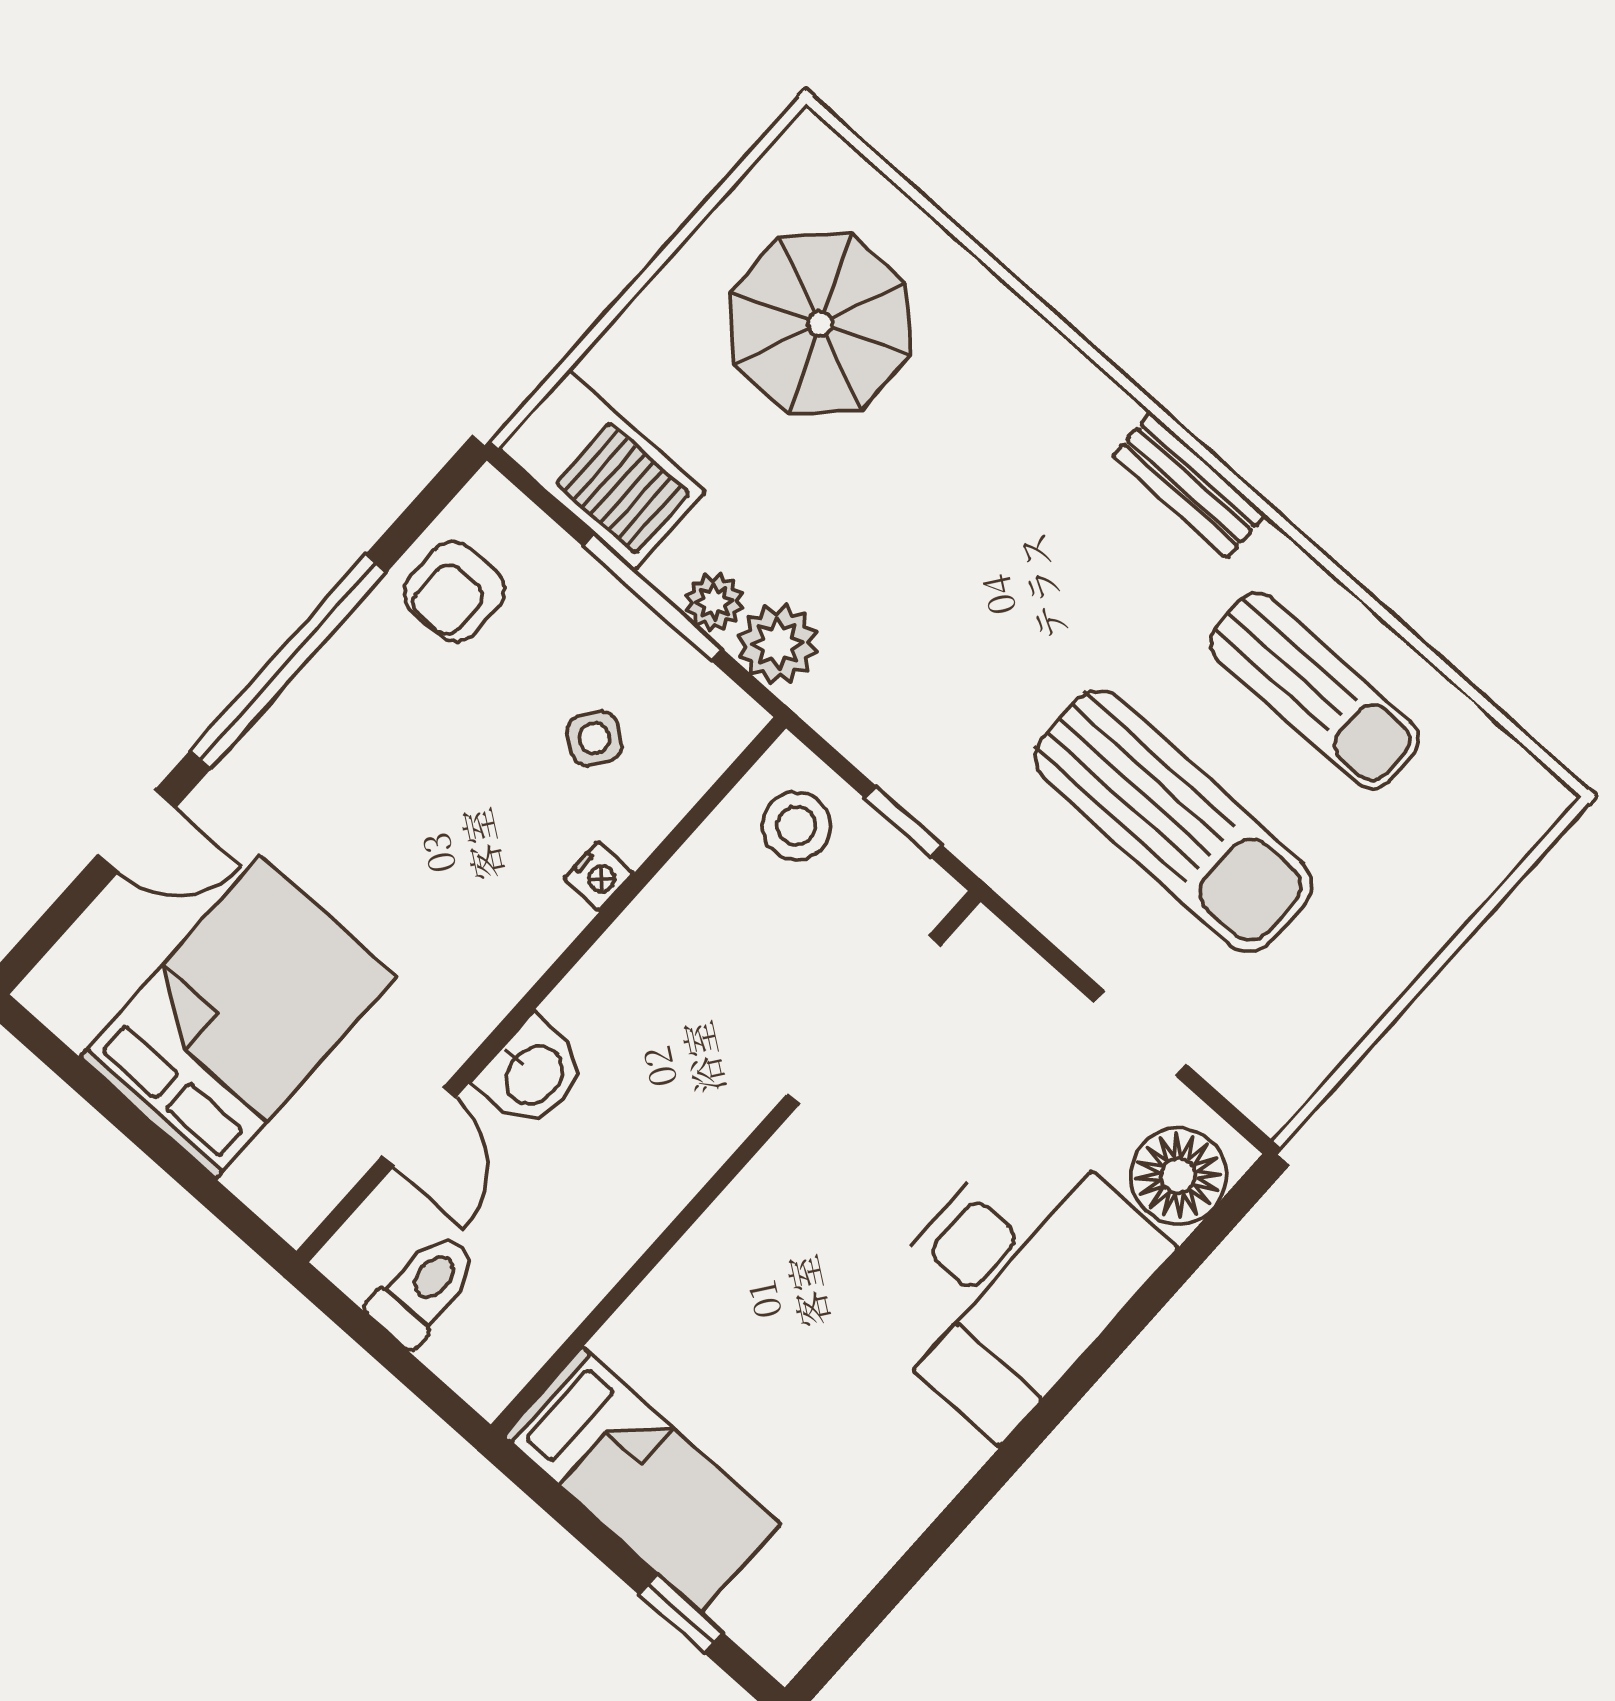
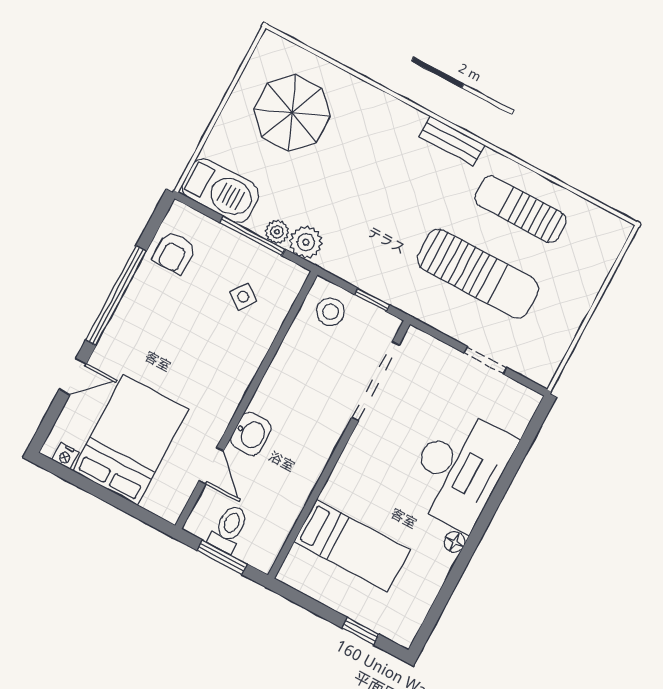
sun lounger: (1314, 691) -> (521, 209), turned 180
nightstand: (599, 876) -> (65, 456), moved, turned 90
floor lamp: (1178, 1176) -> (455, 542), moved, width x0.53, depth x0.53
window: (391, 1354) -> (222, 557), added
bed: (642, 1480) -> (352, 546), moved

